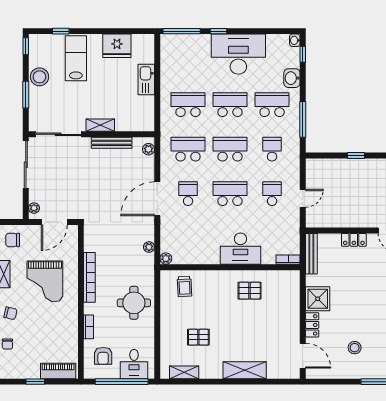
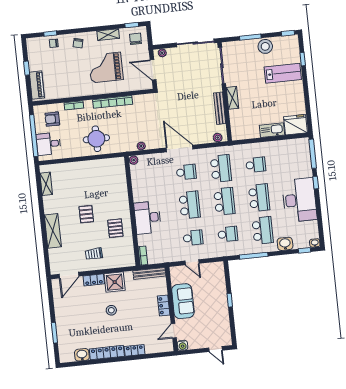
fridge: (117, 46) -> (296, 125), moved, turned 90
school desk: (188, 105) -> (256, 165), width x0.54
sofa: (351, 215) -> (183, 301), added
trolley: (184, 286) -> (94, 254), moved
pallet: (198, 337) -> (86, 214), moved
stool: (355, 348) -> (111, 310), moved

